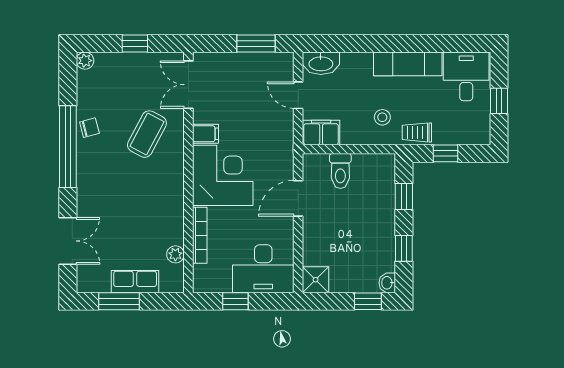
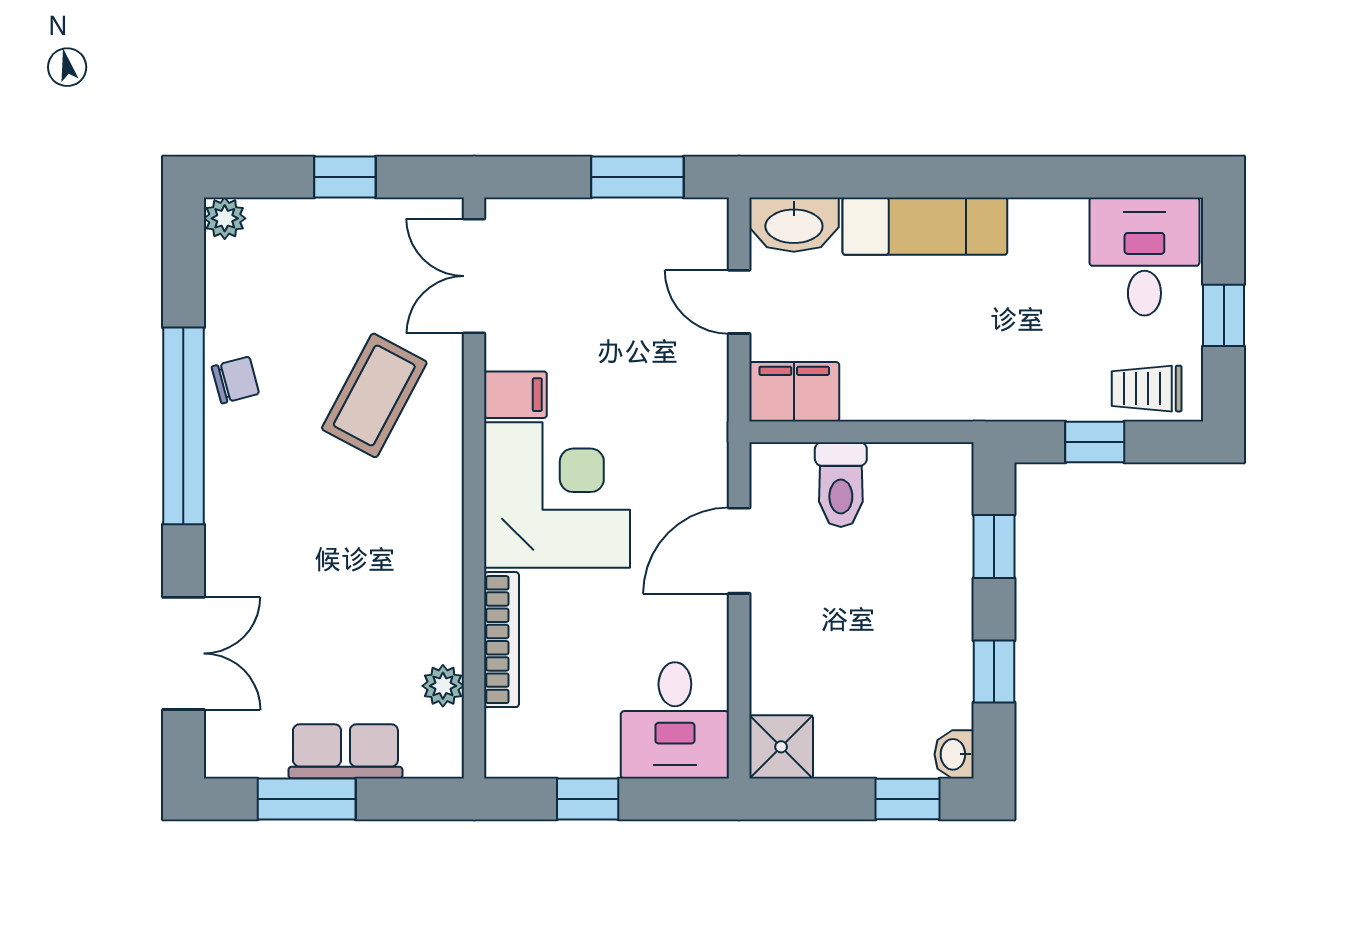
exam couch: (408, 64) -> (925, 226), moved
stool: (382, 117) -> (942, 355), removed
trolley: (417, 132) -> (1147, 389), moved
desk: (263, 269) -> (675, 720), width x0.73

